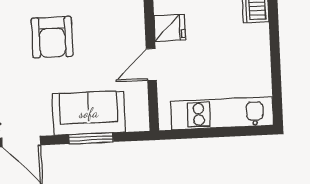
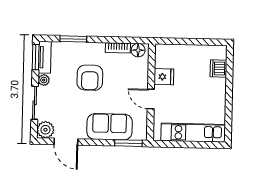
door: (151, 64) -> (151, 99), hinge flipped
window: (91, 138) -> (128, 143), moved

